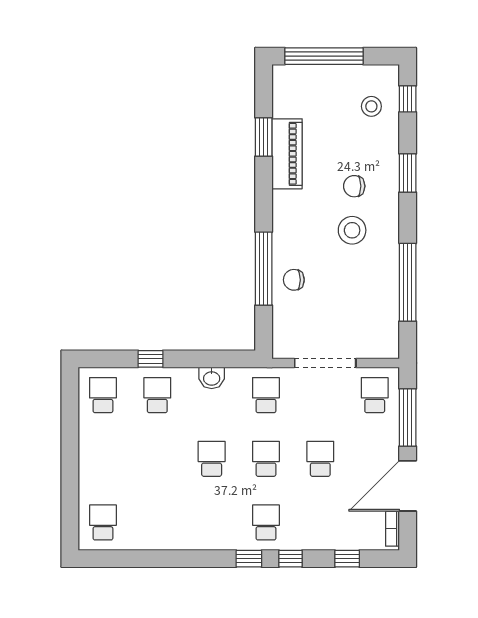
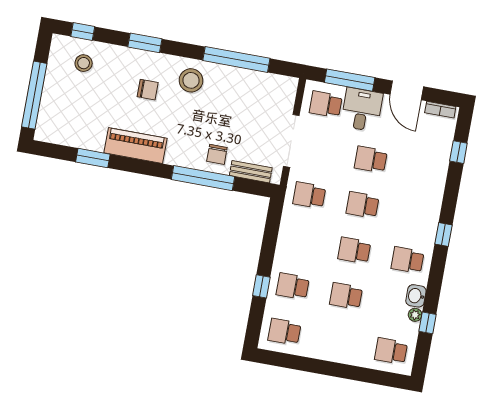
piano: (287, 154) -> (135, 146), moved
chair: (354, 186) -> (148, 90), turned -90
stool: (352, 230) -> (191, 80), moved
bench: (281, 323) -> (251, 172), added
washbasin: (212, 378) -> (416, 296), moved, turned 180
desk: (376, 438) -> (362, 110), added
school desk: (157, 459) -> (346, 296), added
door: (408, 486) -> (407, 90), width x0.73
school desk: (266, 522) -> (408, 260), moved
plant: (150, 543) -> (415, 315), added
window: (290, 559) -> (427, 323), moved

